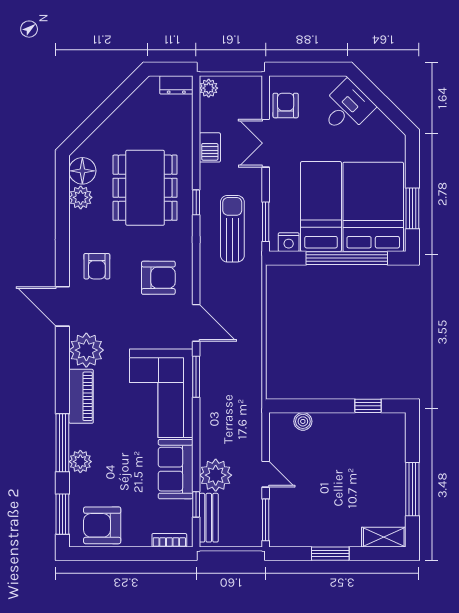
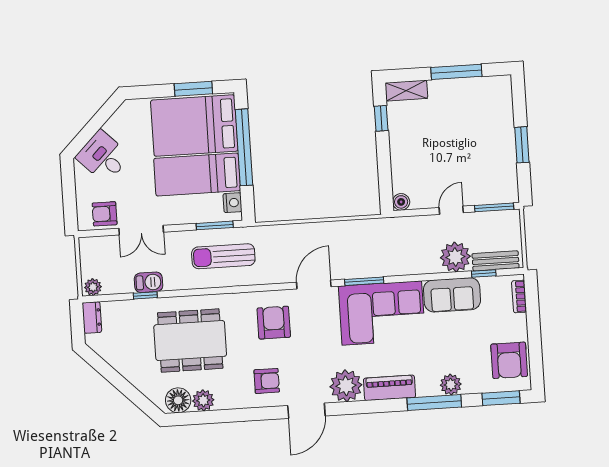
window: (196, 202) -> (145, 295), moved
boiler: (303, 421) -> (401, 202), moved
shelving: (384, 537) -> (406, 91), moved, turned 90

